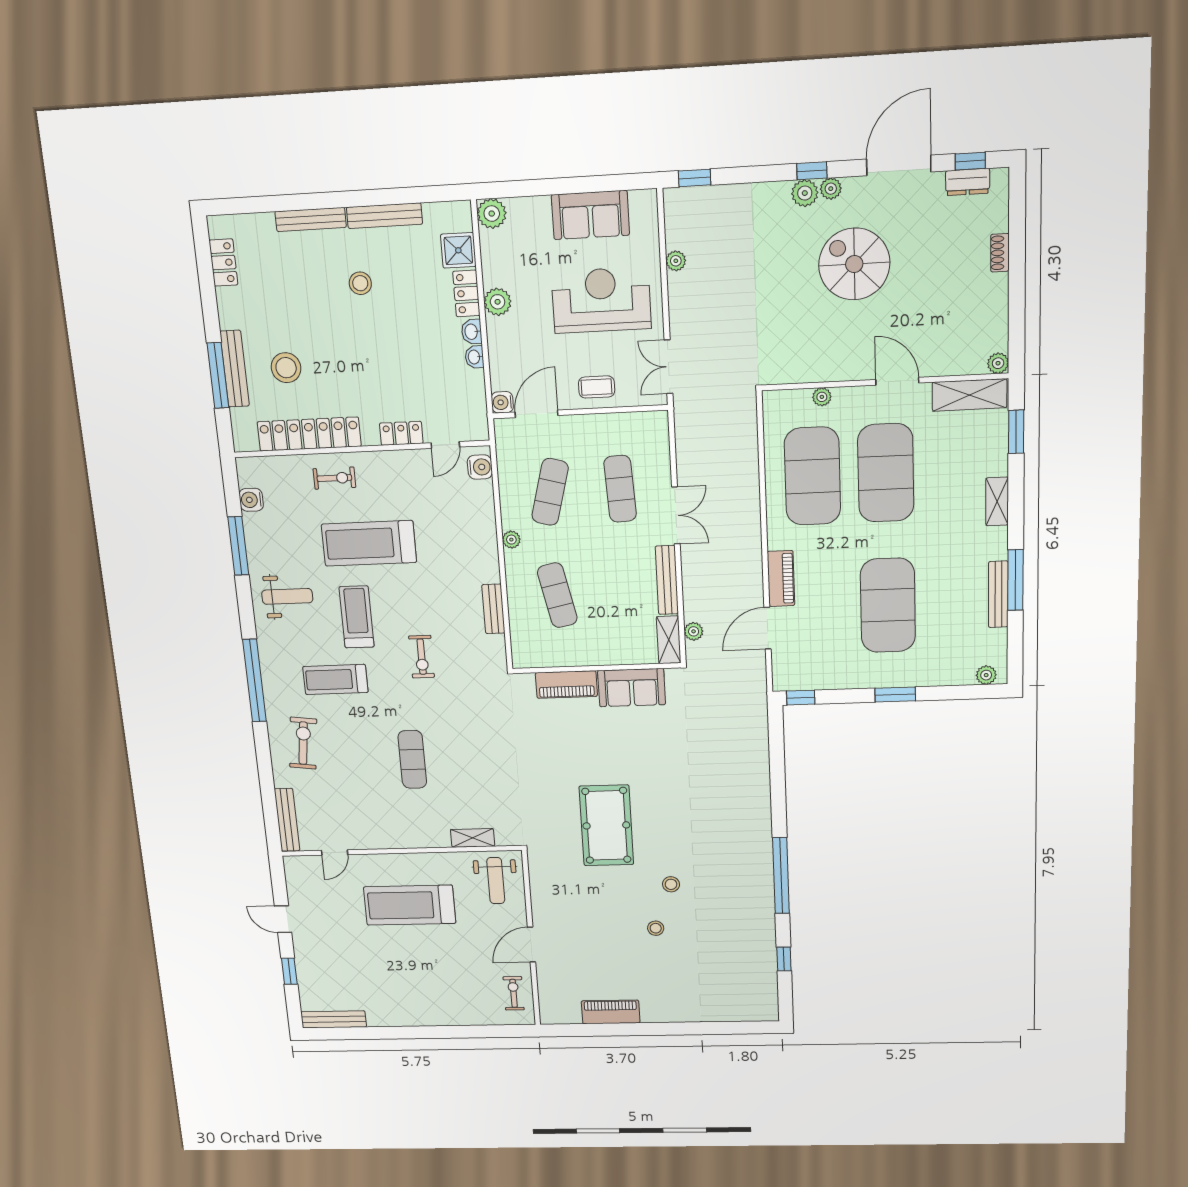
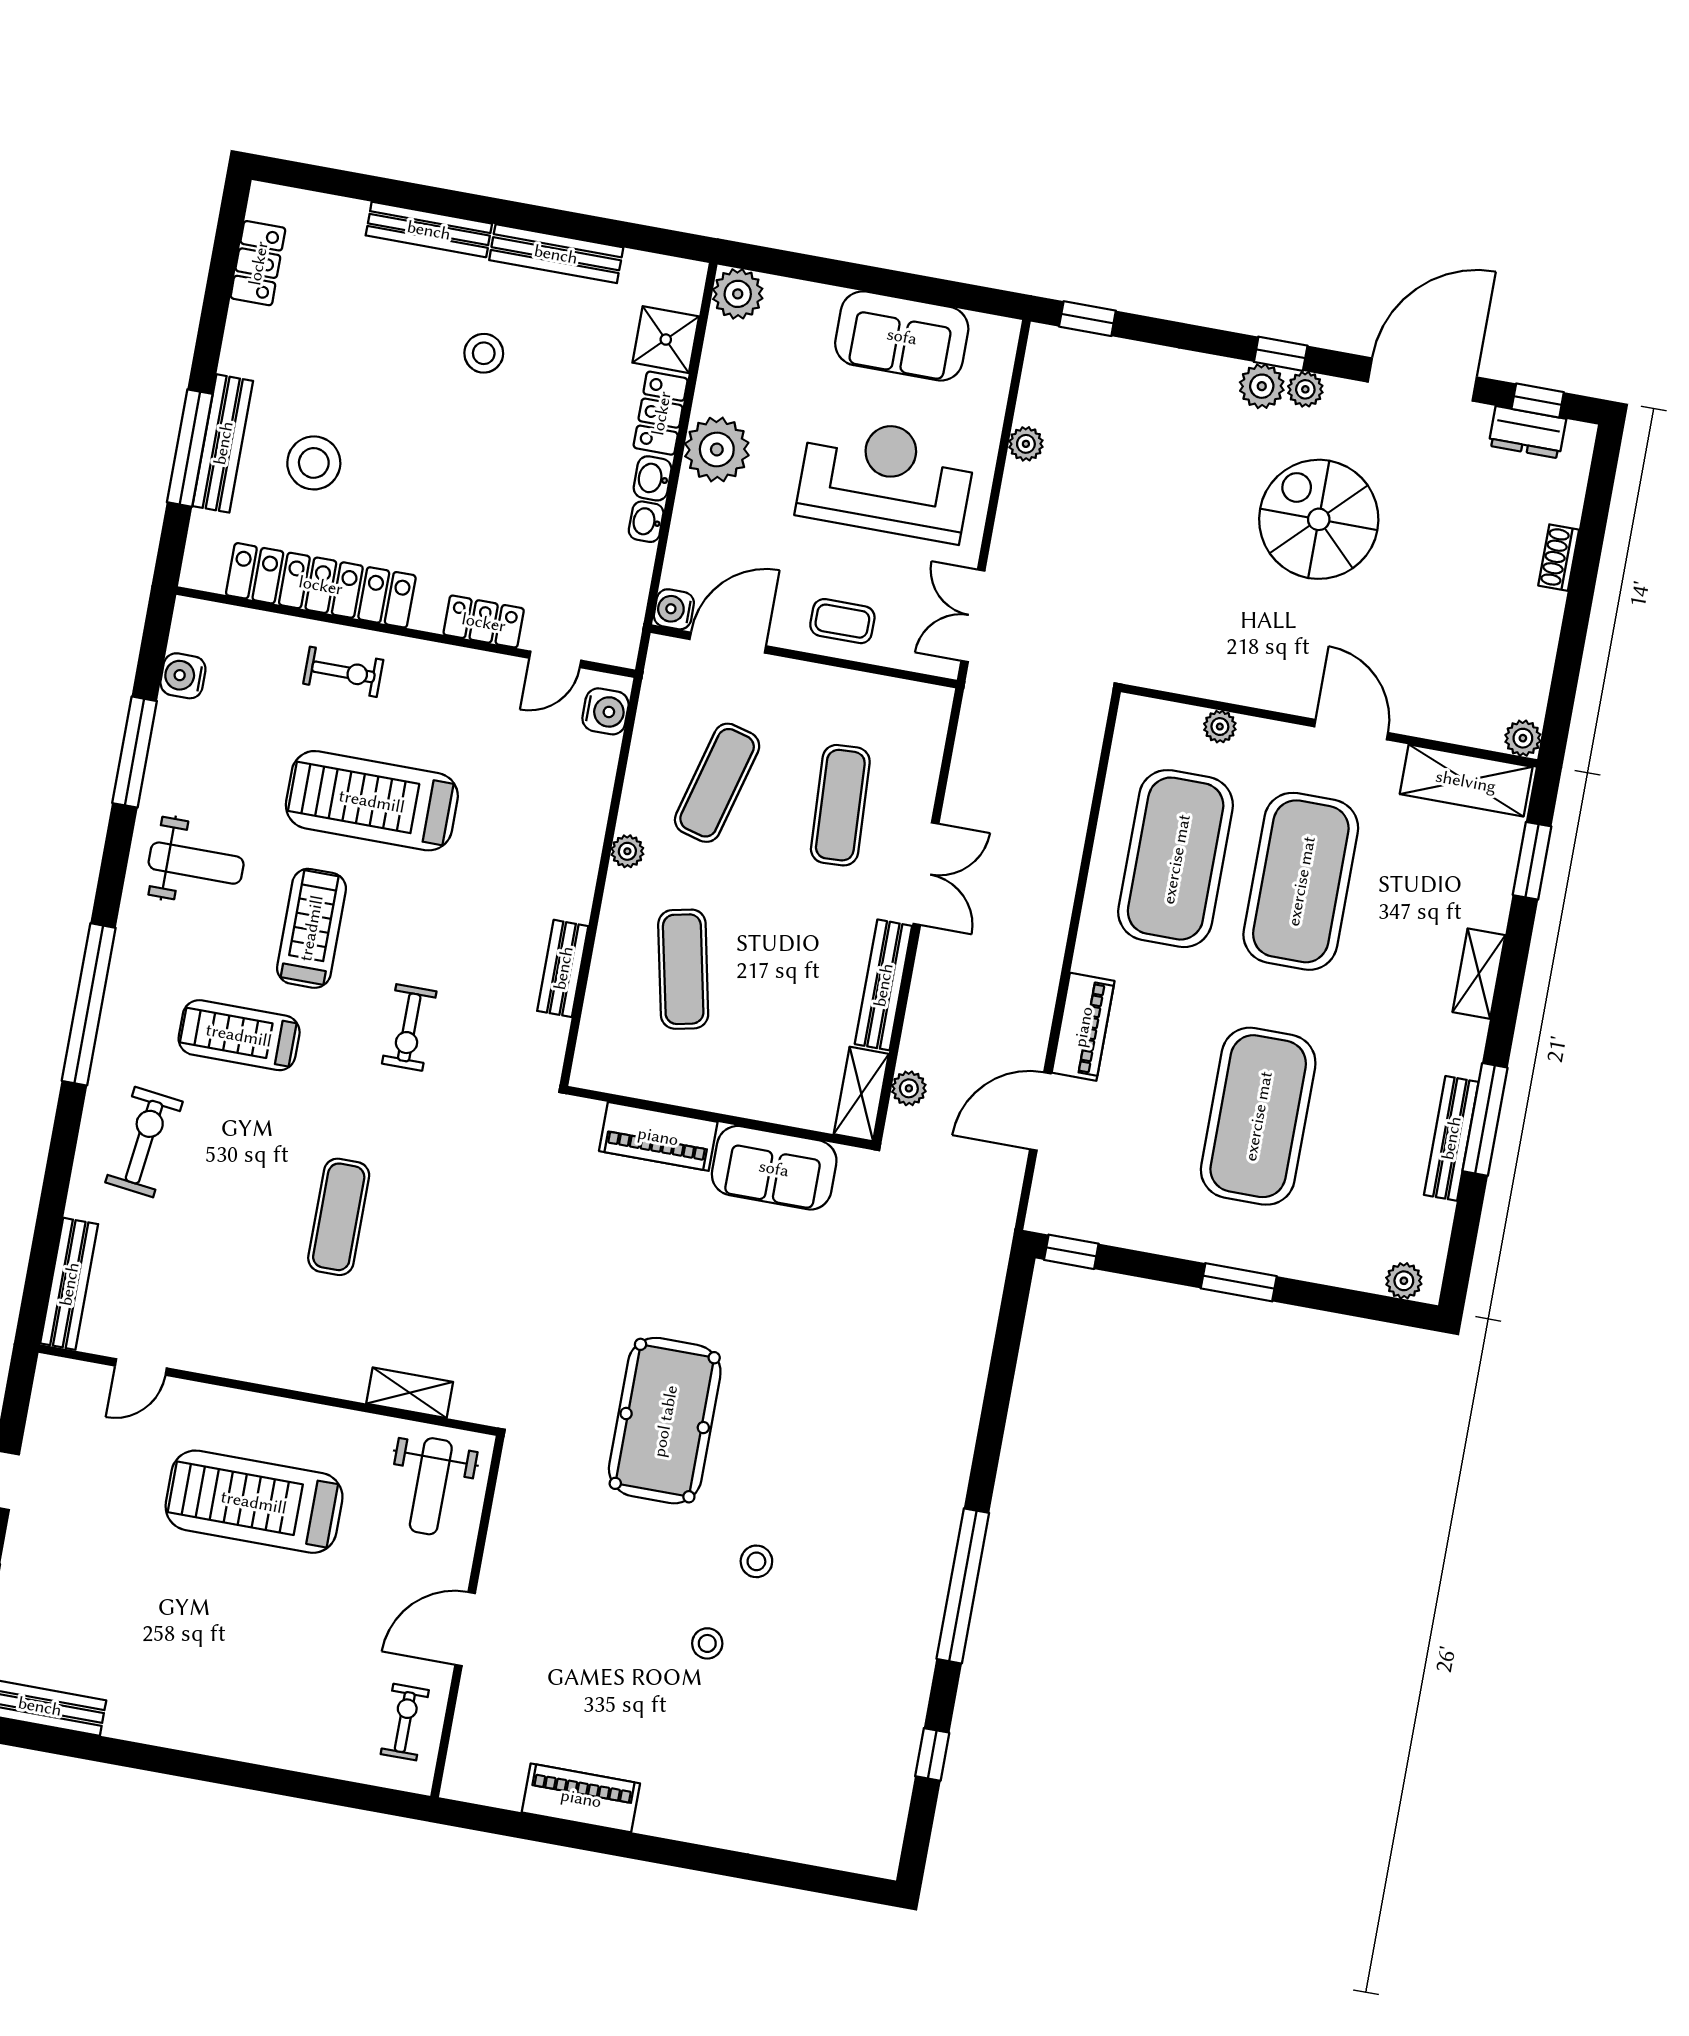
plant: (498, 302) -> (717, 450), width x1.36, depth x1.36

